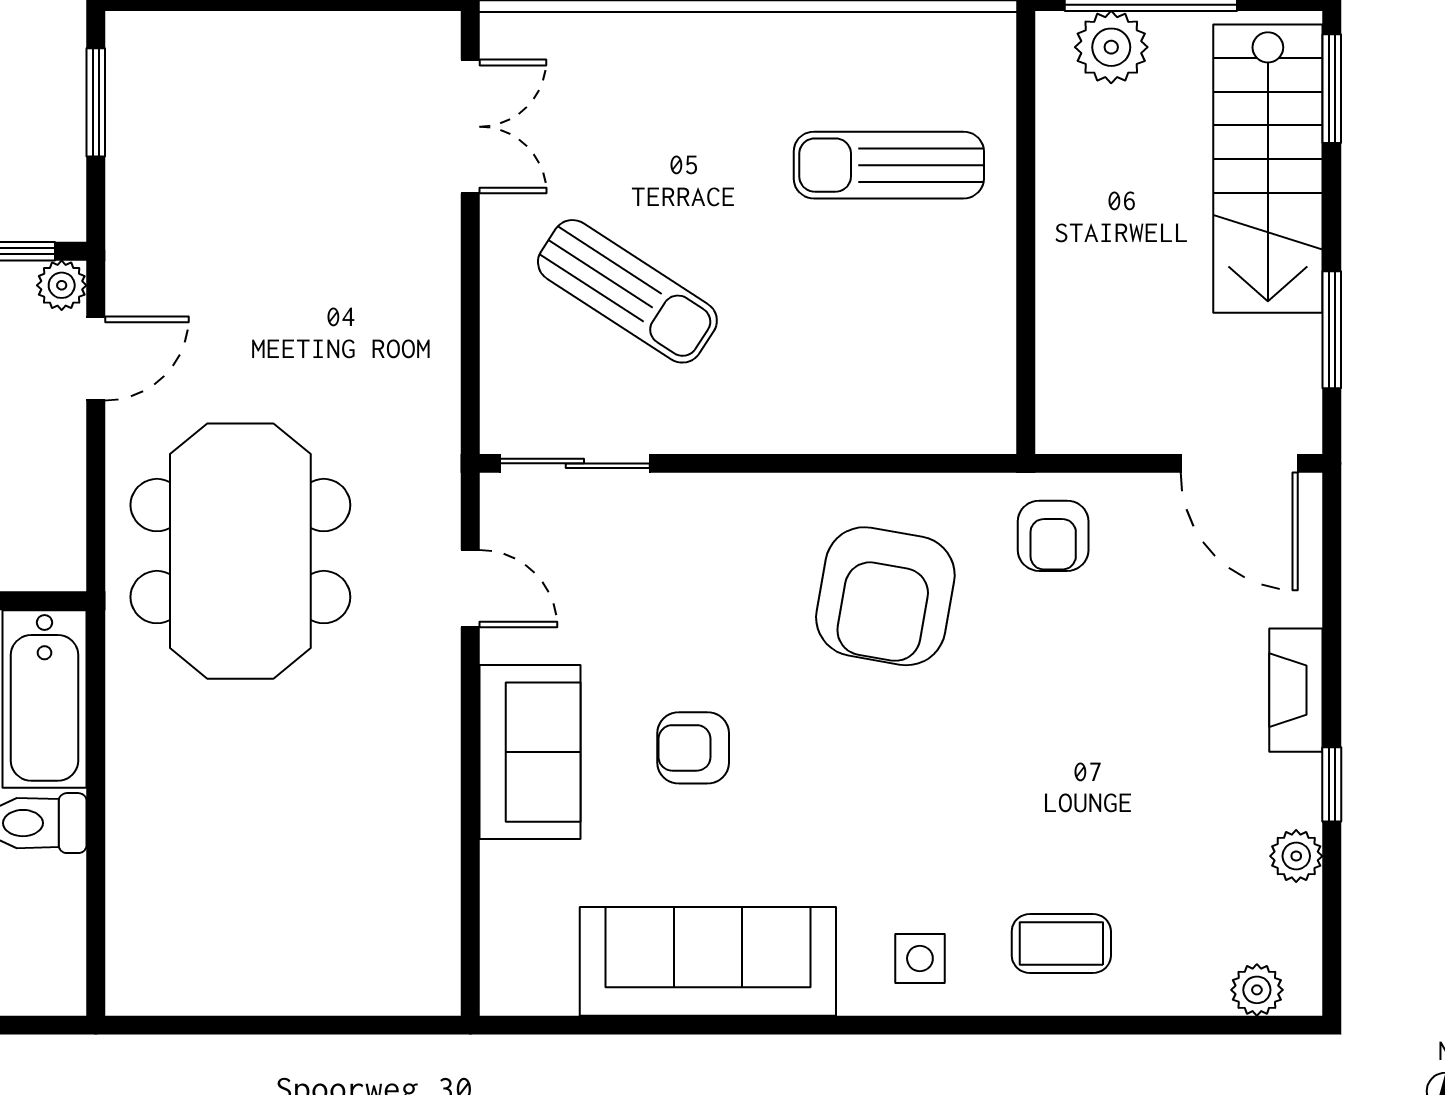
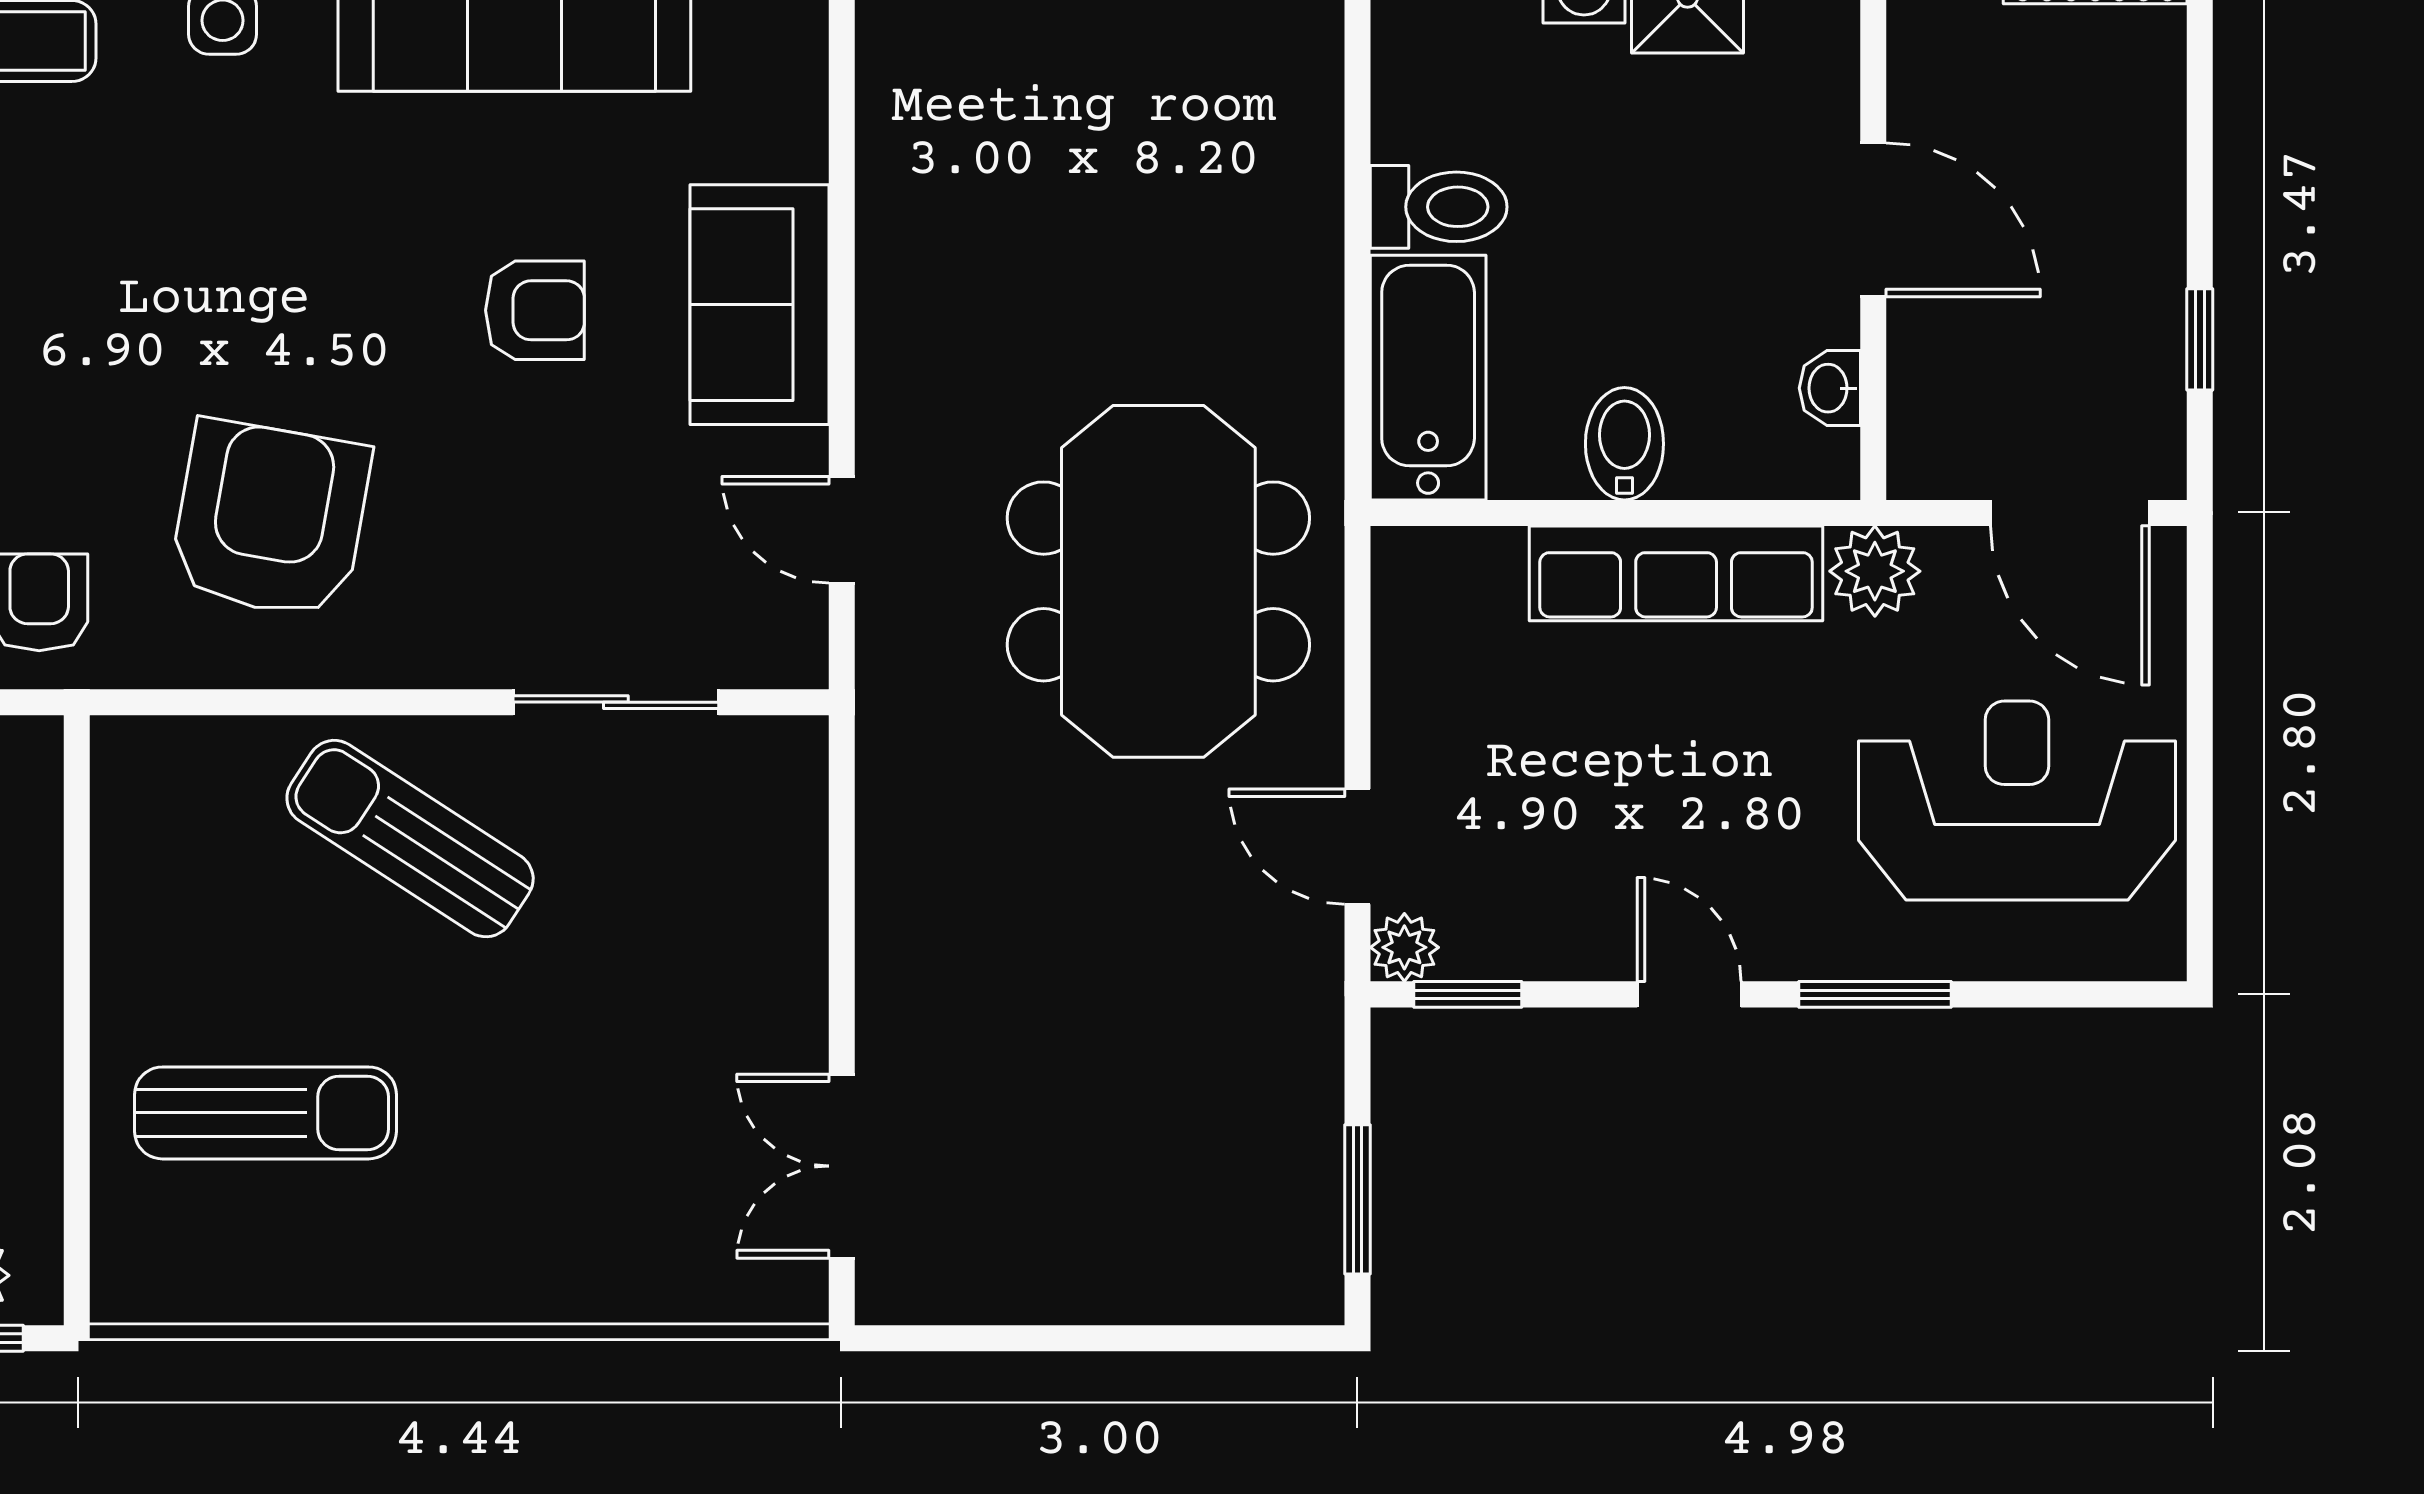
sun lounger: (627, 291) -> (410, 839), moved
door: (96, 358) -> (1357, 847), hinge flipped
sliding door: (575, 463) -> (616, 702), moved

